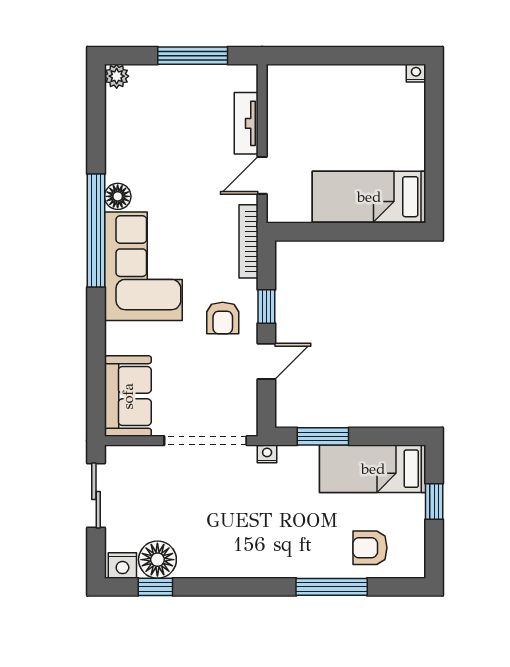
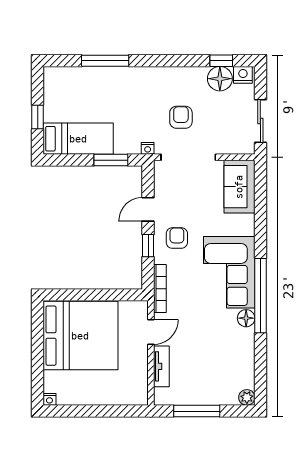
bed: (369, 197) -> (80, 336), width x2.04
armchair: (370, 548) -> (181, 117), moved, turned -90

